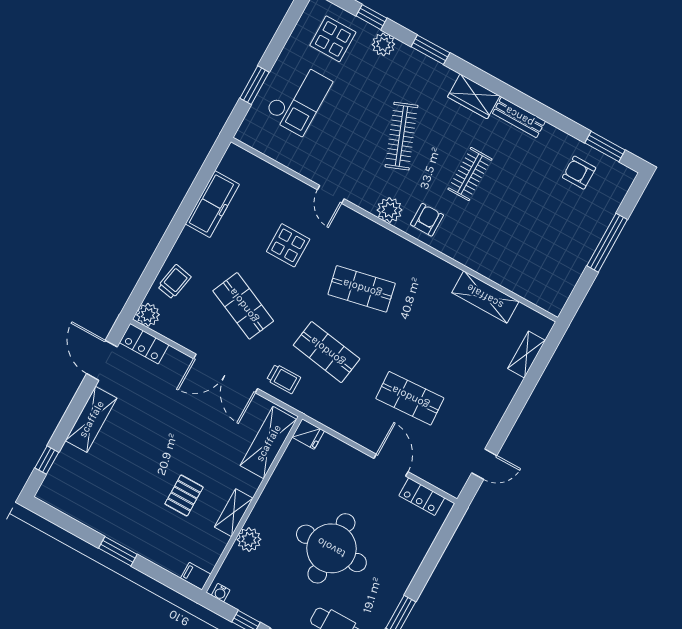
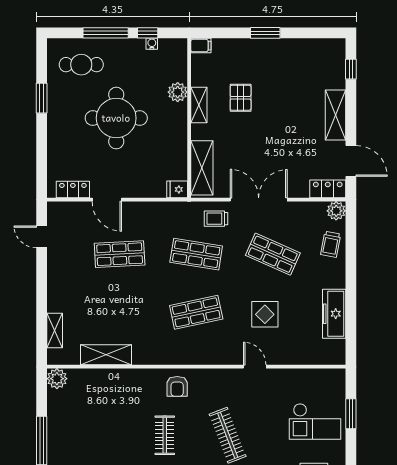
checkout: (298, 99) -> (315, 421), turned -90
plant: (390, 210) -> (57, 379), moved
door: (484, 464) -> (42, 237), hinge flipped
water cooler: (221, 593) -> (152, 44), moved

